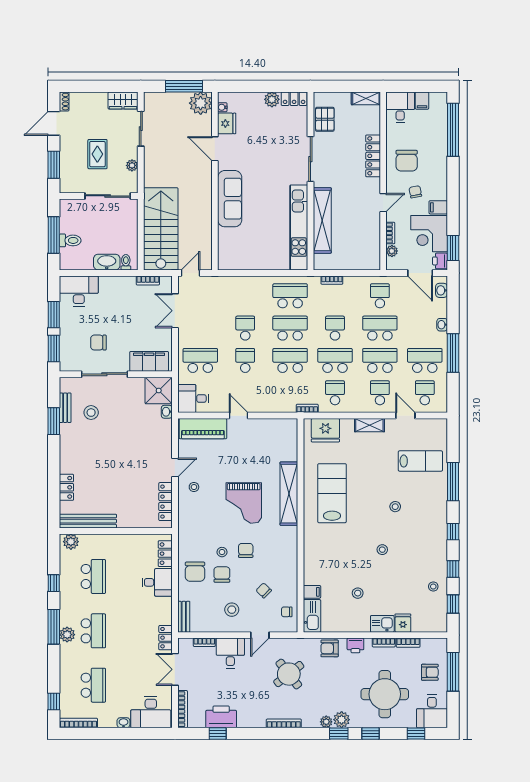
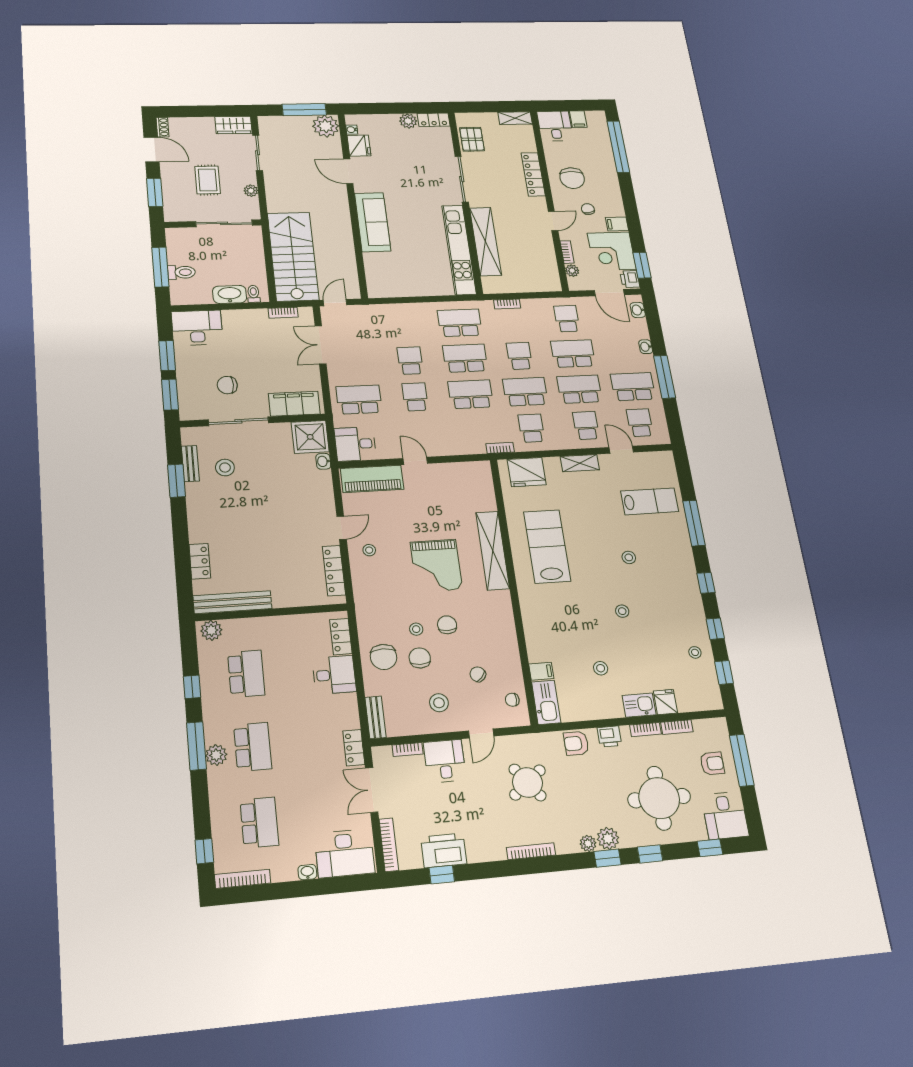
door: (54, 123) -> (152, 150), swing flipped

